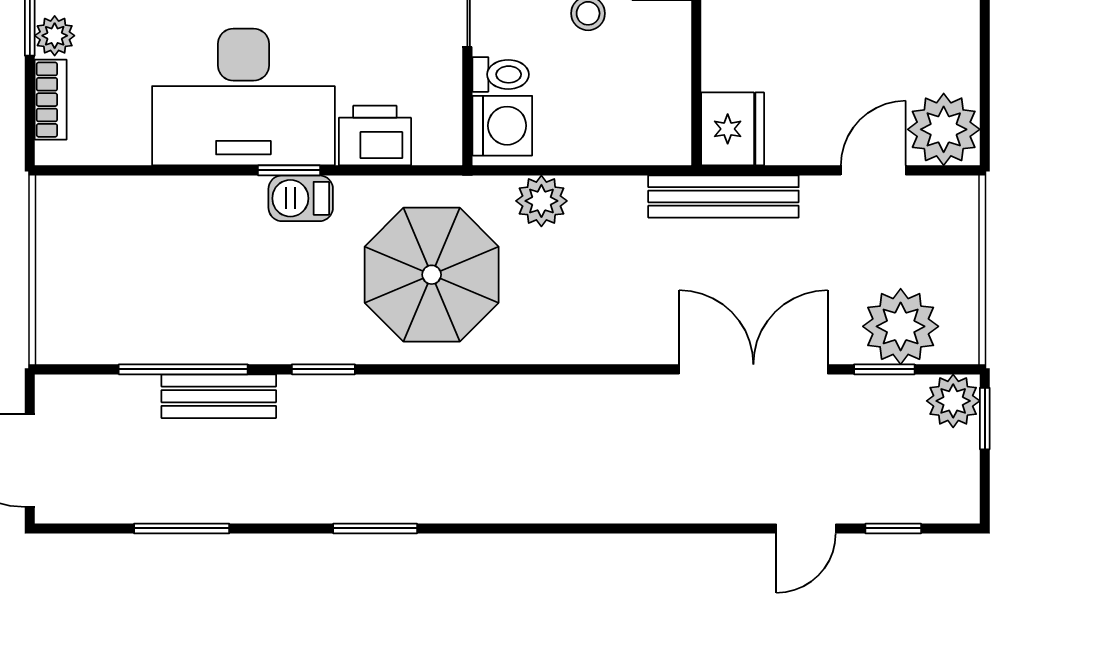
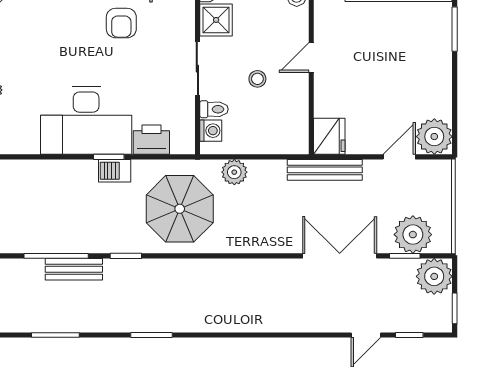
washing machine: (502, 126) -> (211, 131), width x0.73, depth x0.73
plant: (953, 401) -> (434, 276), width x1.36, depth x1.36
window: (985, 419) -> (455, 308), moved

